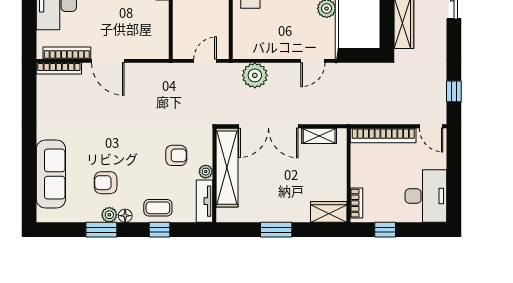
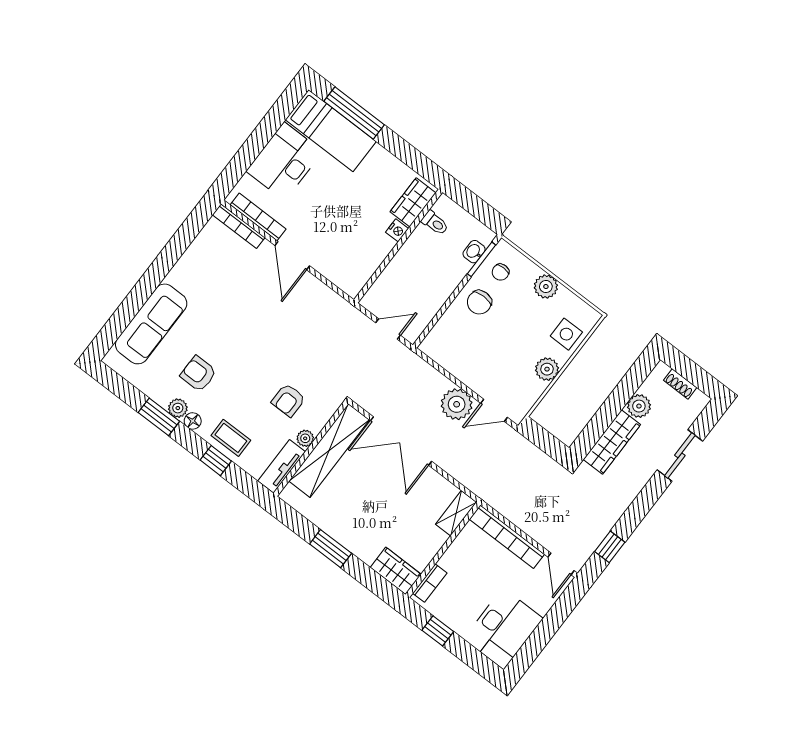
plant: (255, 75) -> (457, 404), moved
shelving: (319, 136) -> (456, 513), moved, turned 90
armchair: (176, 155) -> (288, 400), turned 90

